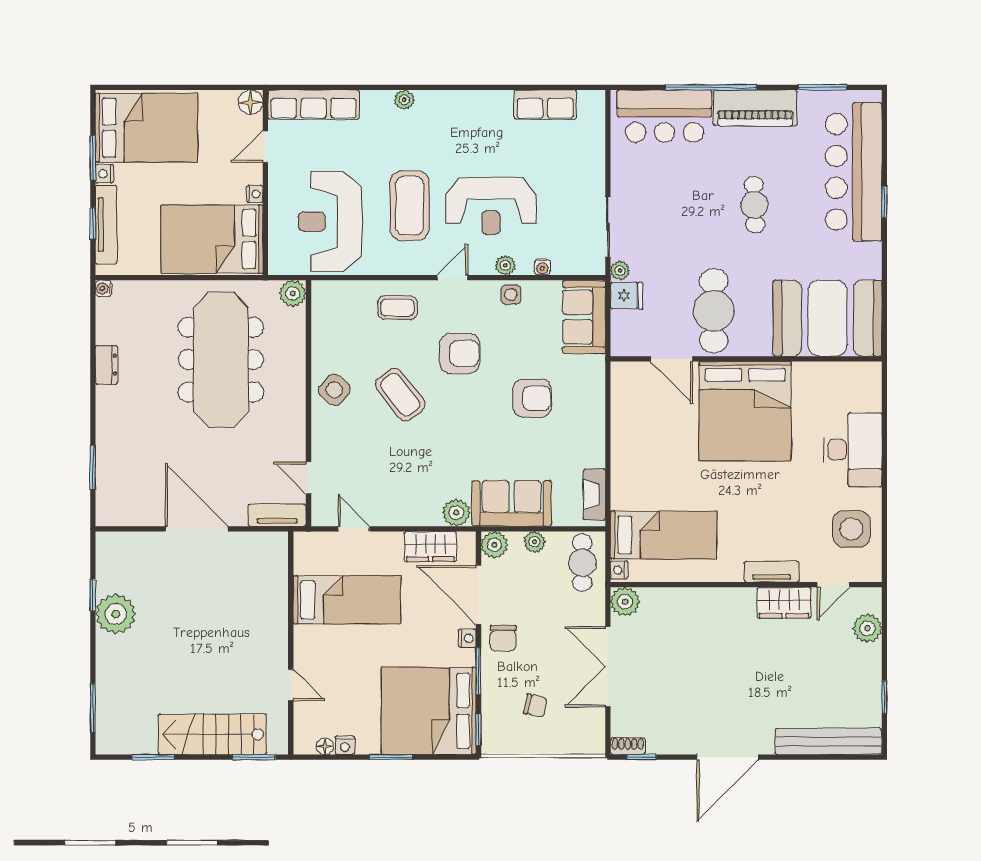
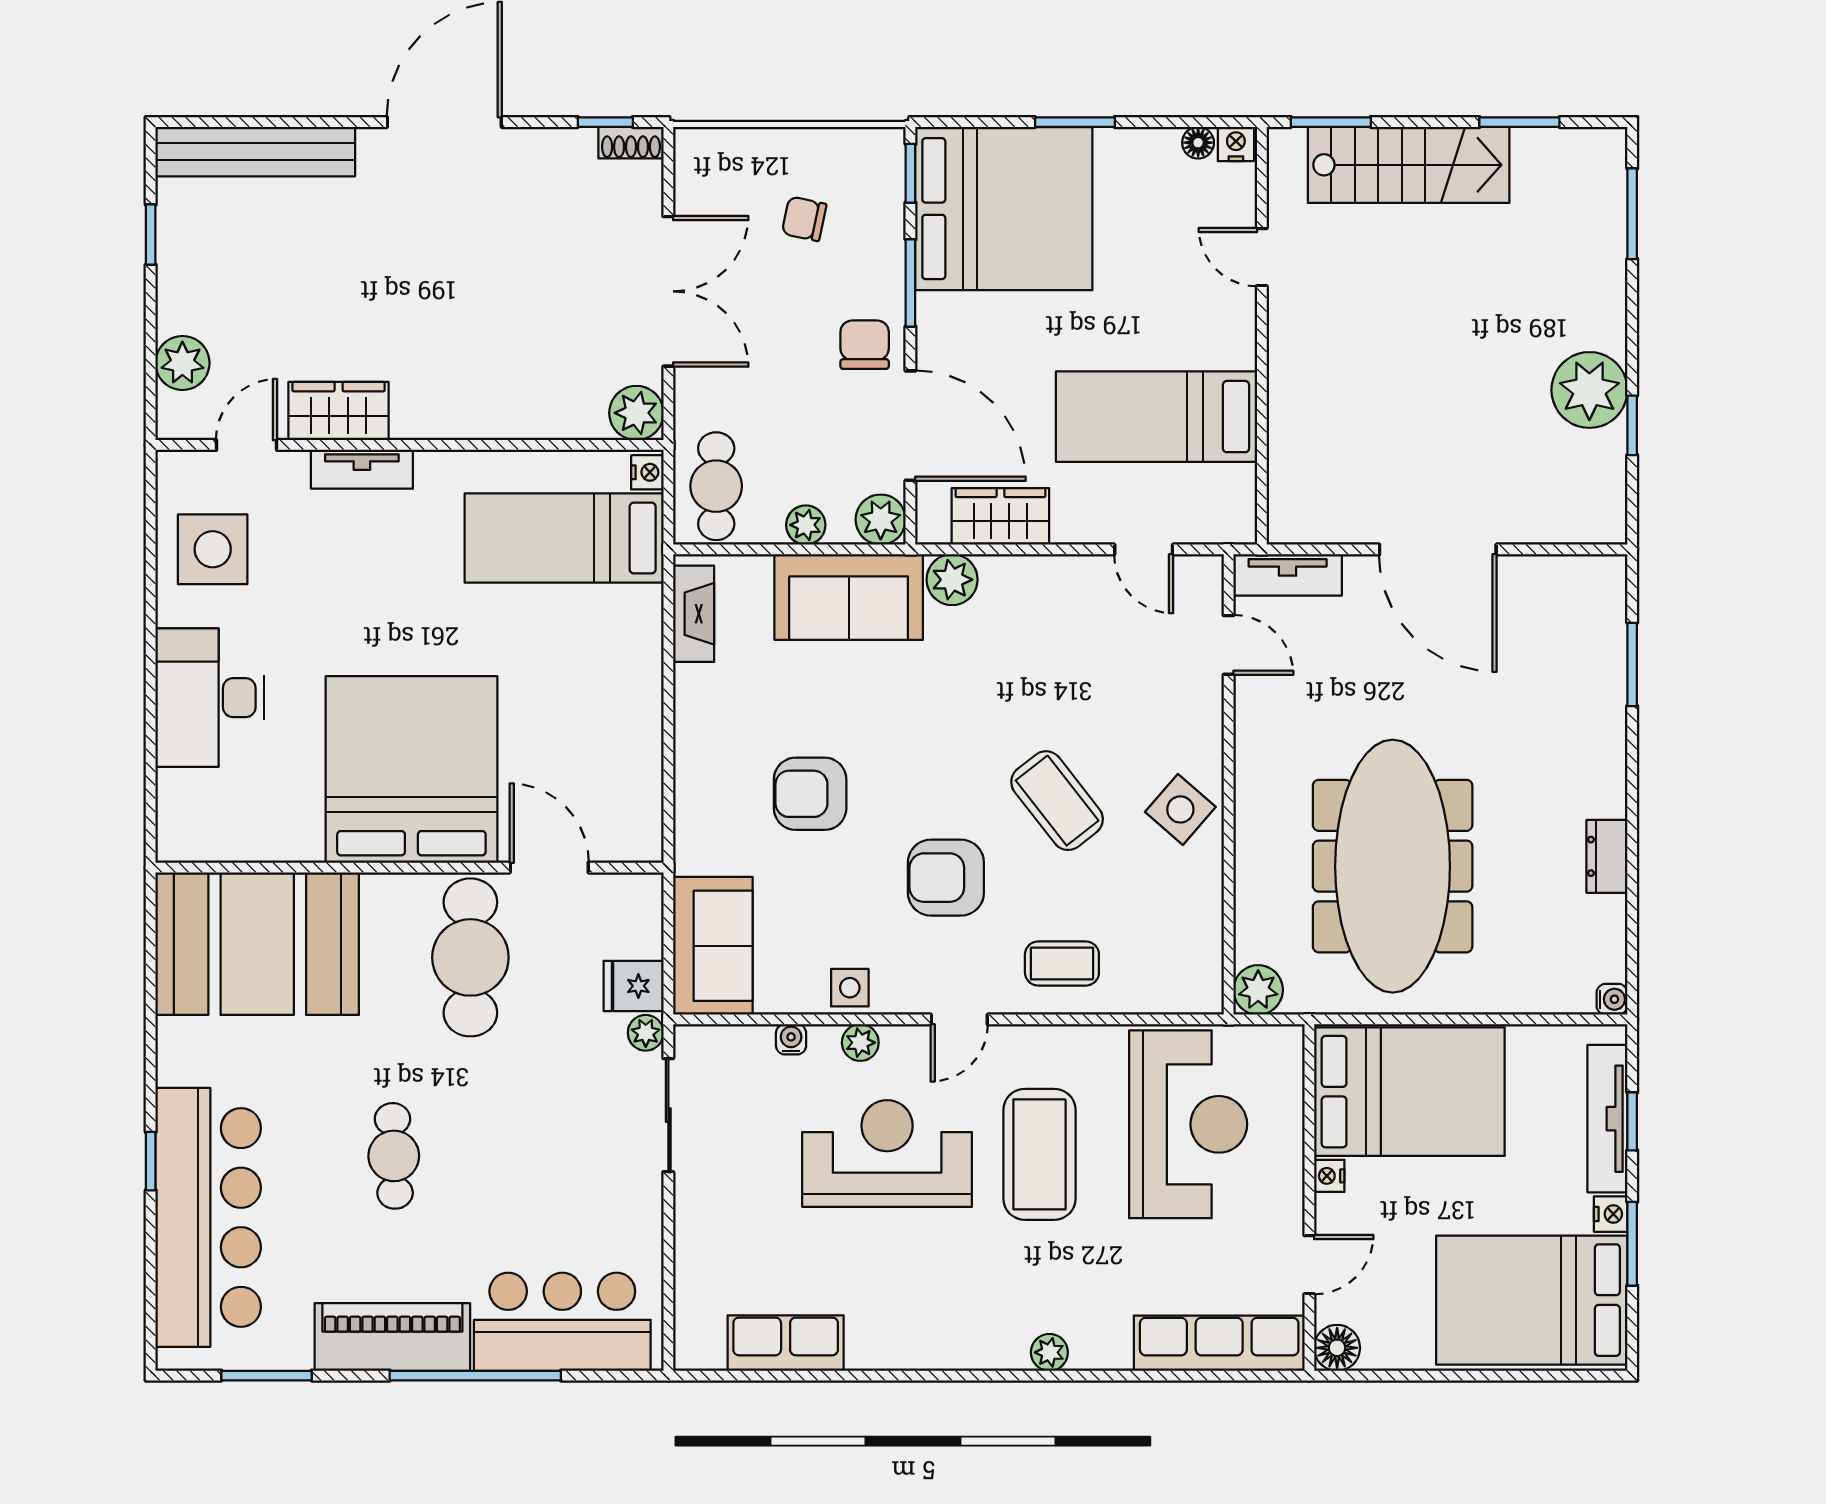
nightstand: (467, 638) -> (932, 345), removed
nightstand: (345, 745) -> (1236, 144), moved

